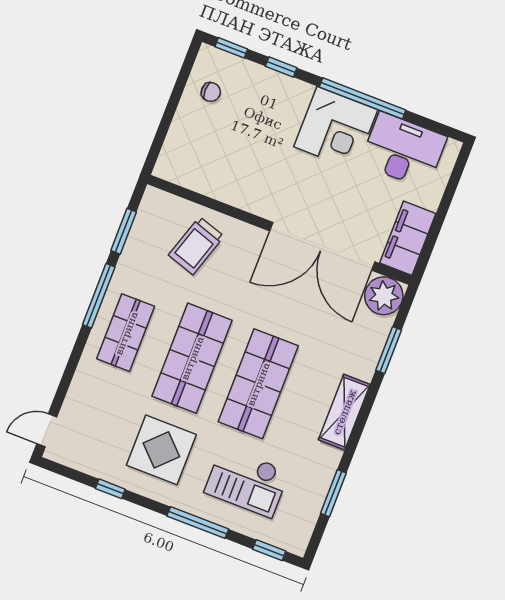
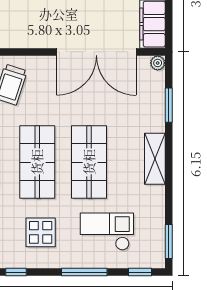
plant: (384, 296) -> (158, 63), width x0.53, depth x0.53
display table: (161, 450) -> (41, 232), width x0.73, depth x0.73
checkout: (247, 482) -> (107, 232), turned 180
window: (333, 493) -> (169, 242), moved

